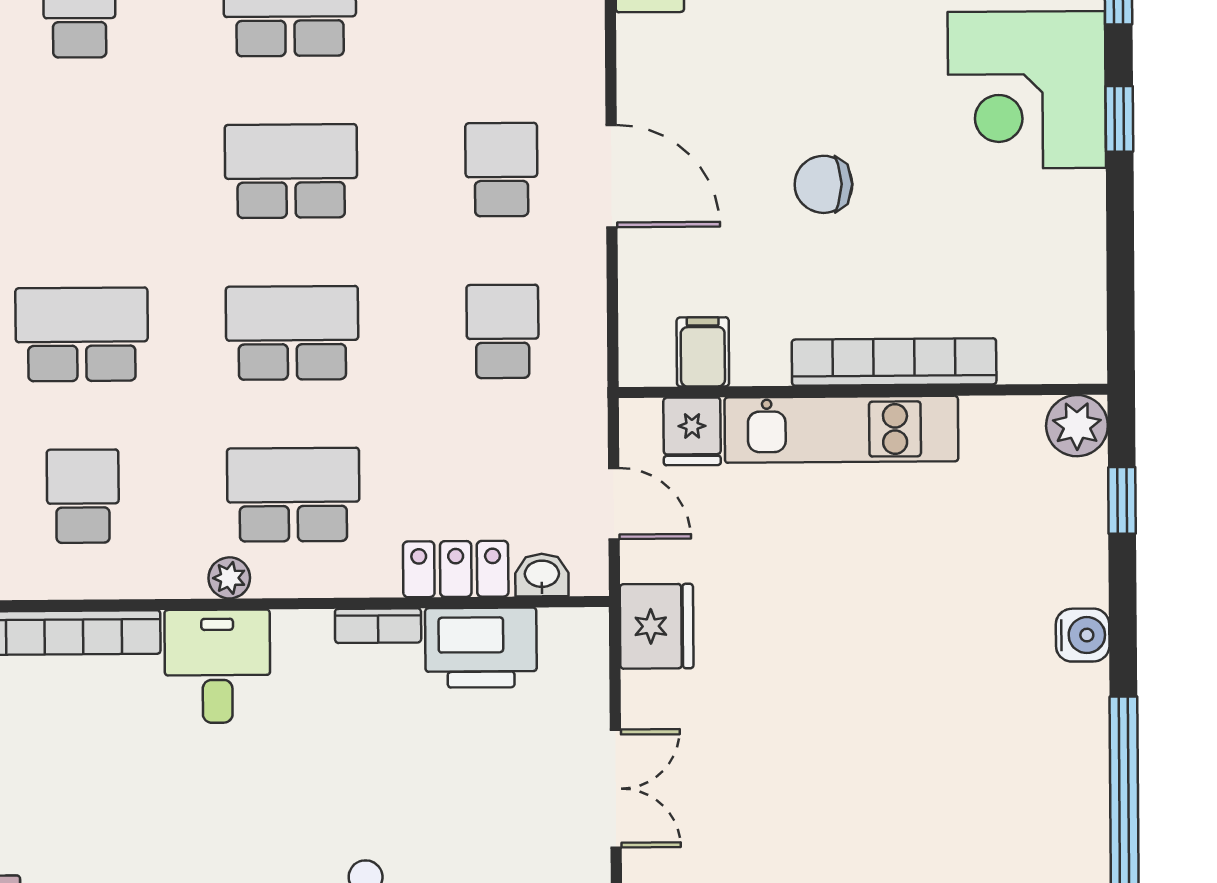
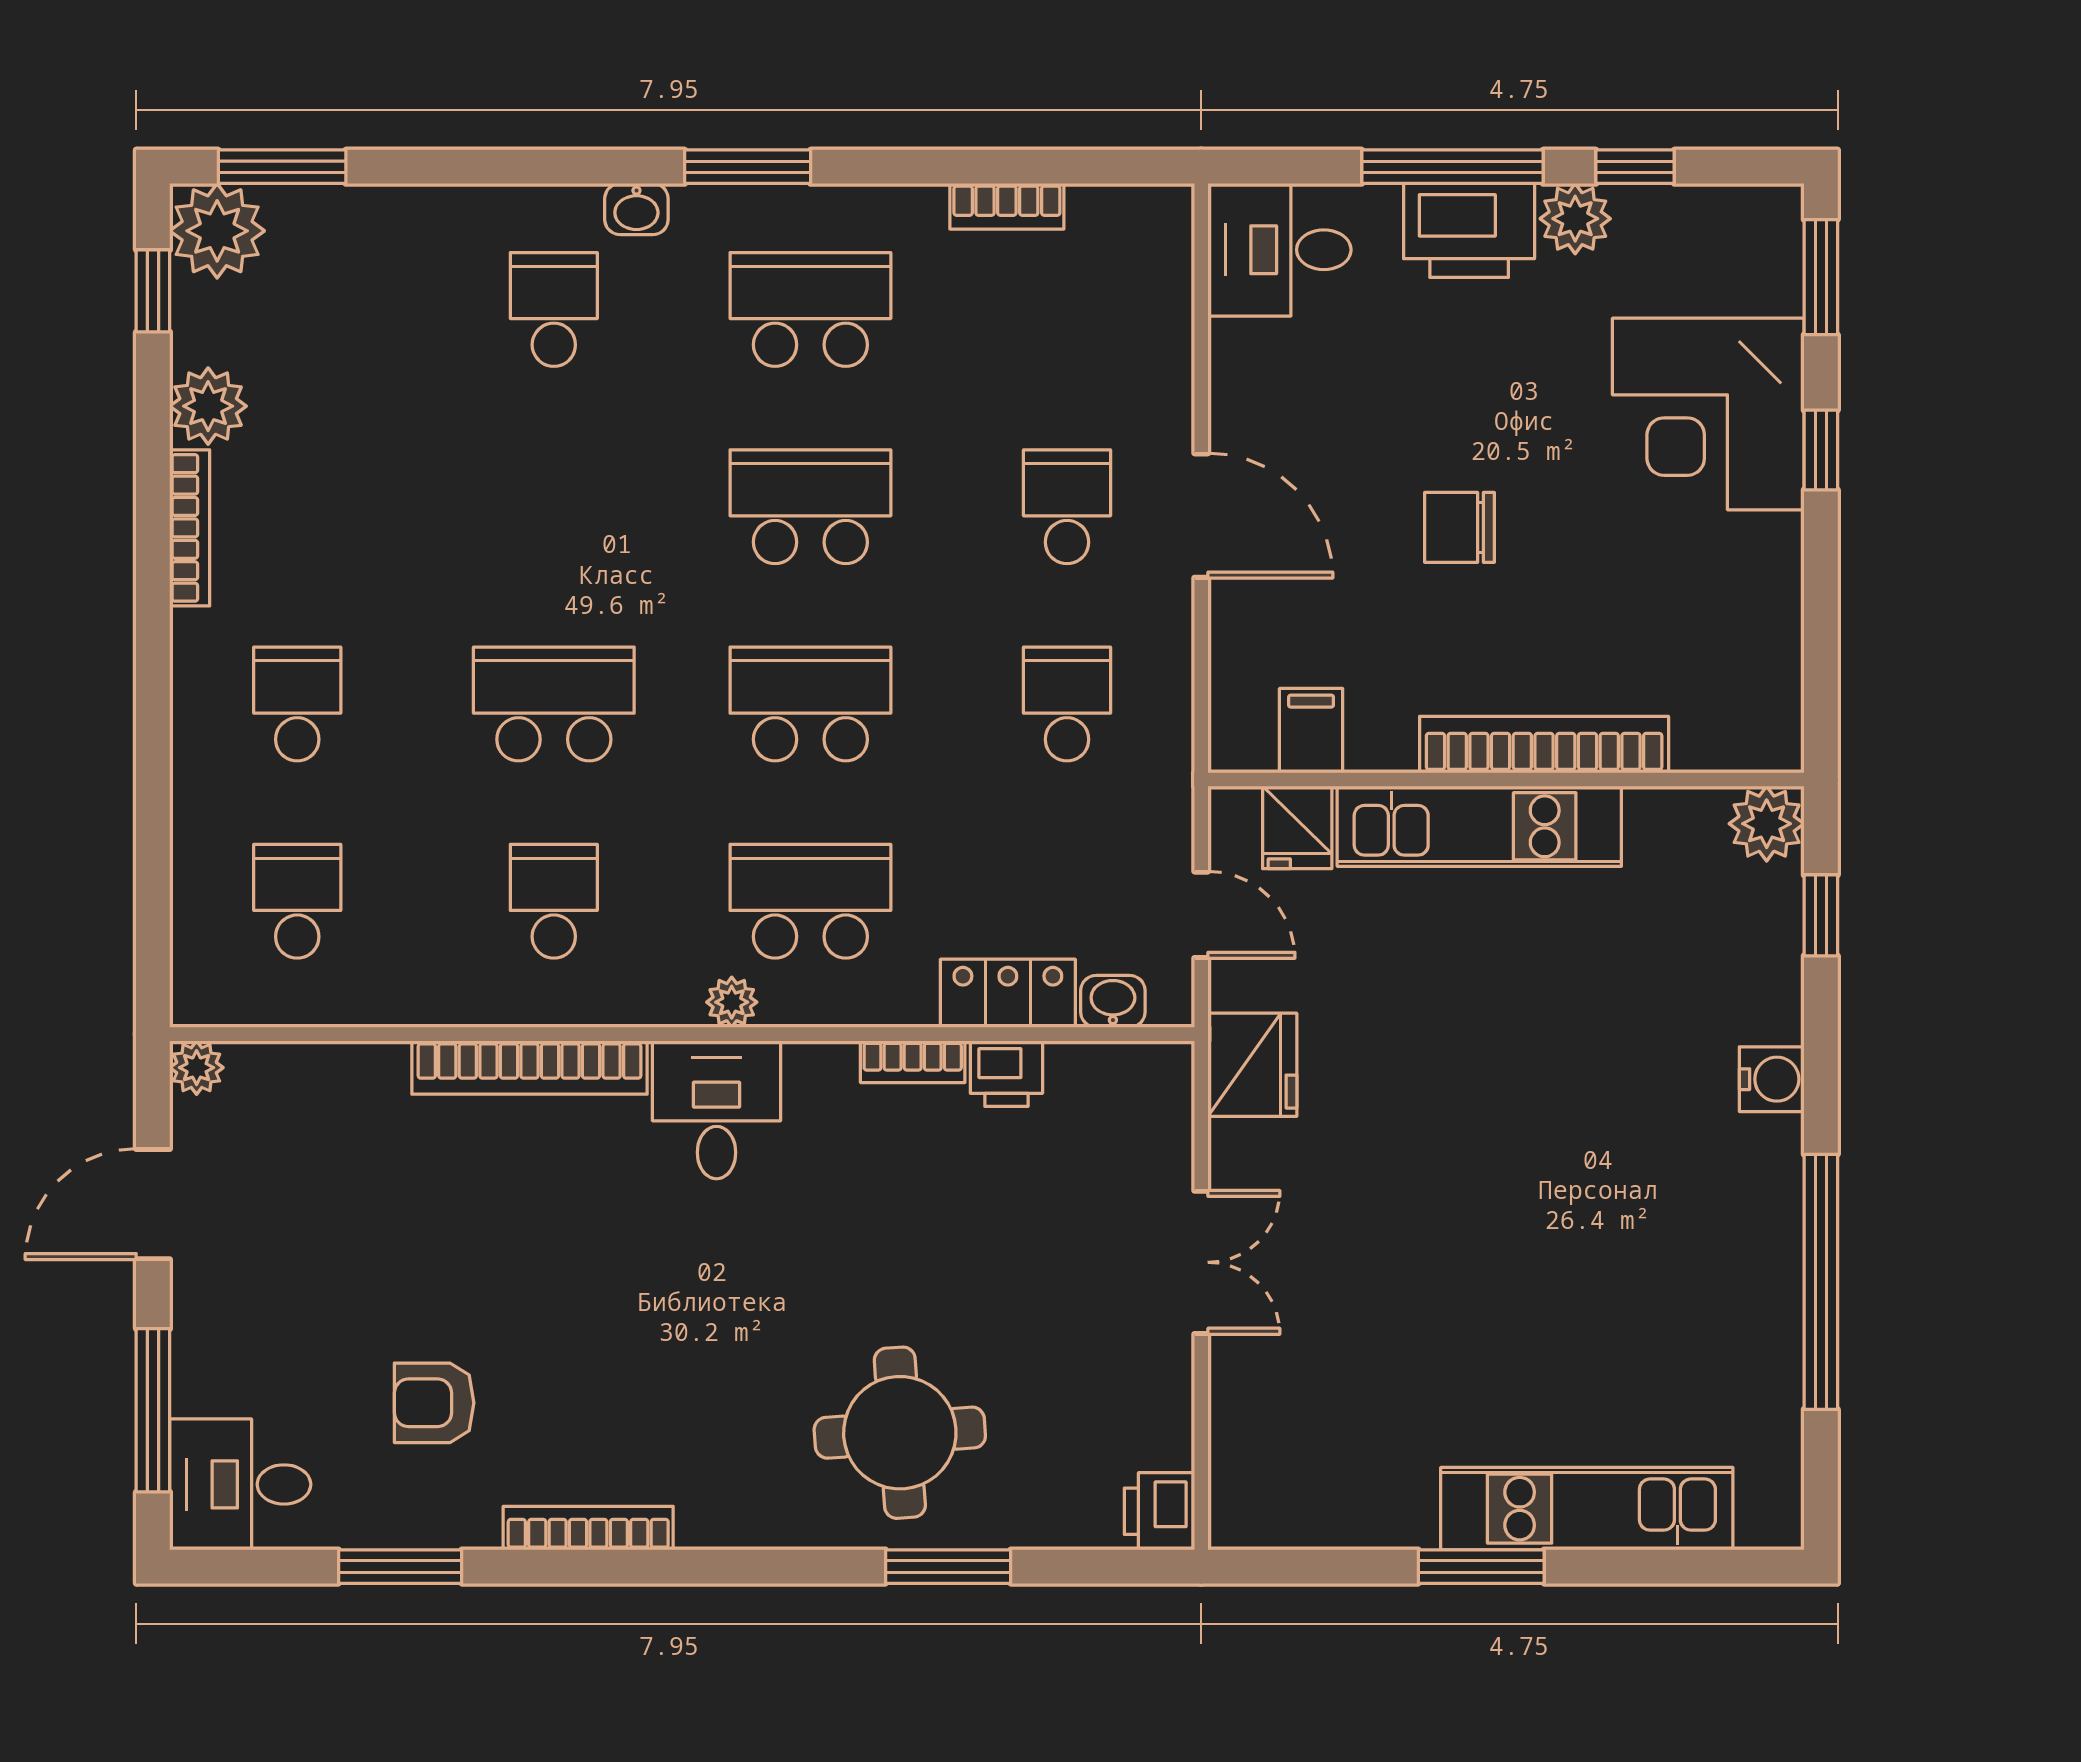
printer: (481, 648) -> (1006, 1074), width x0.53, depth x0.68

